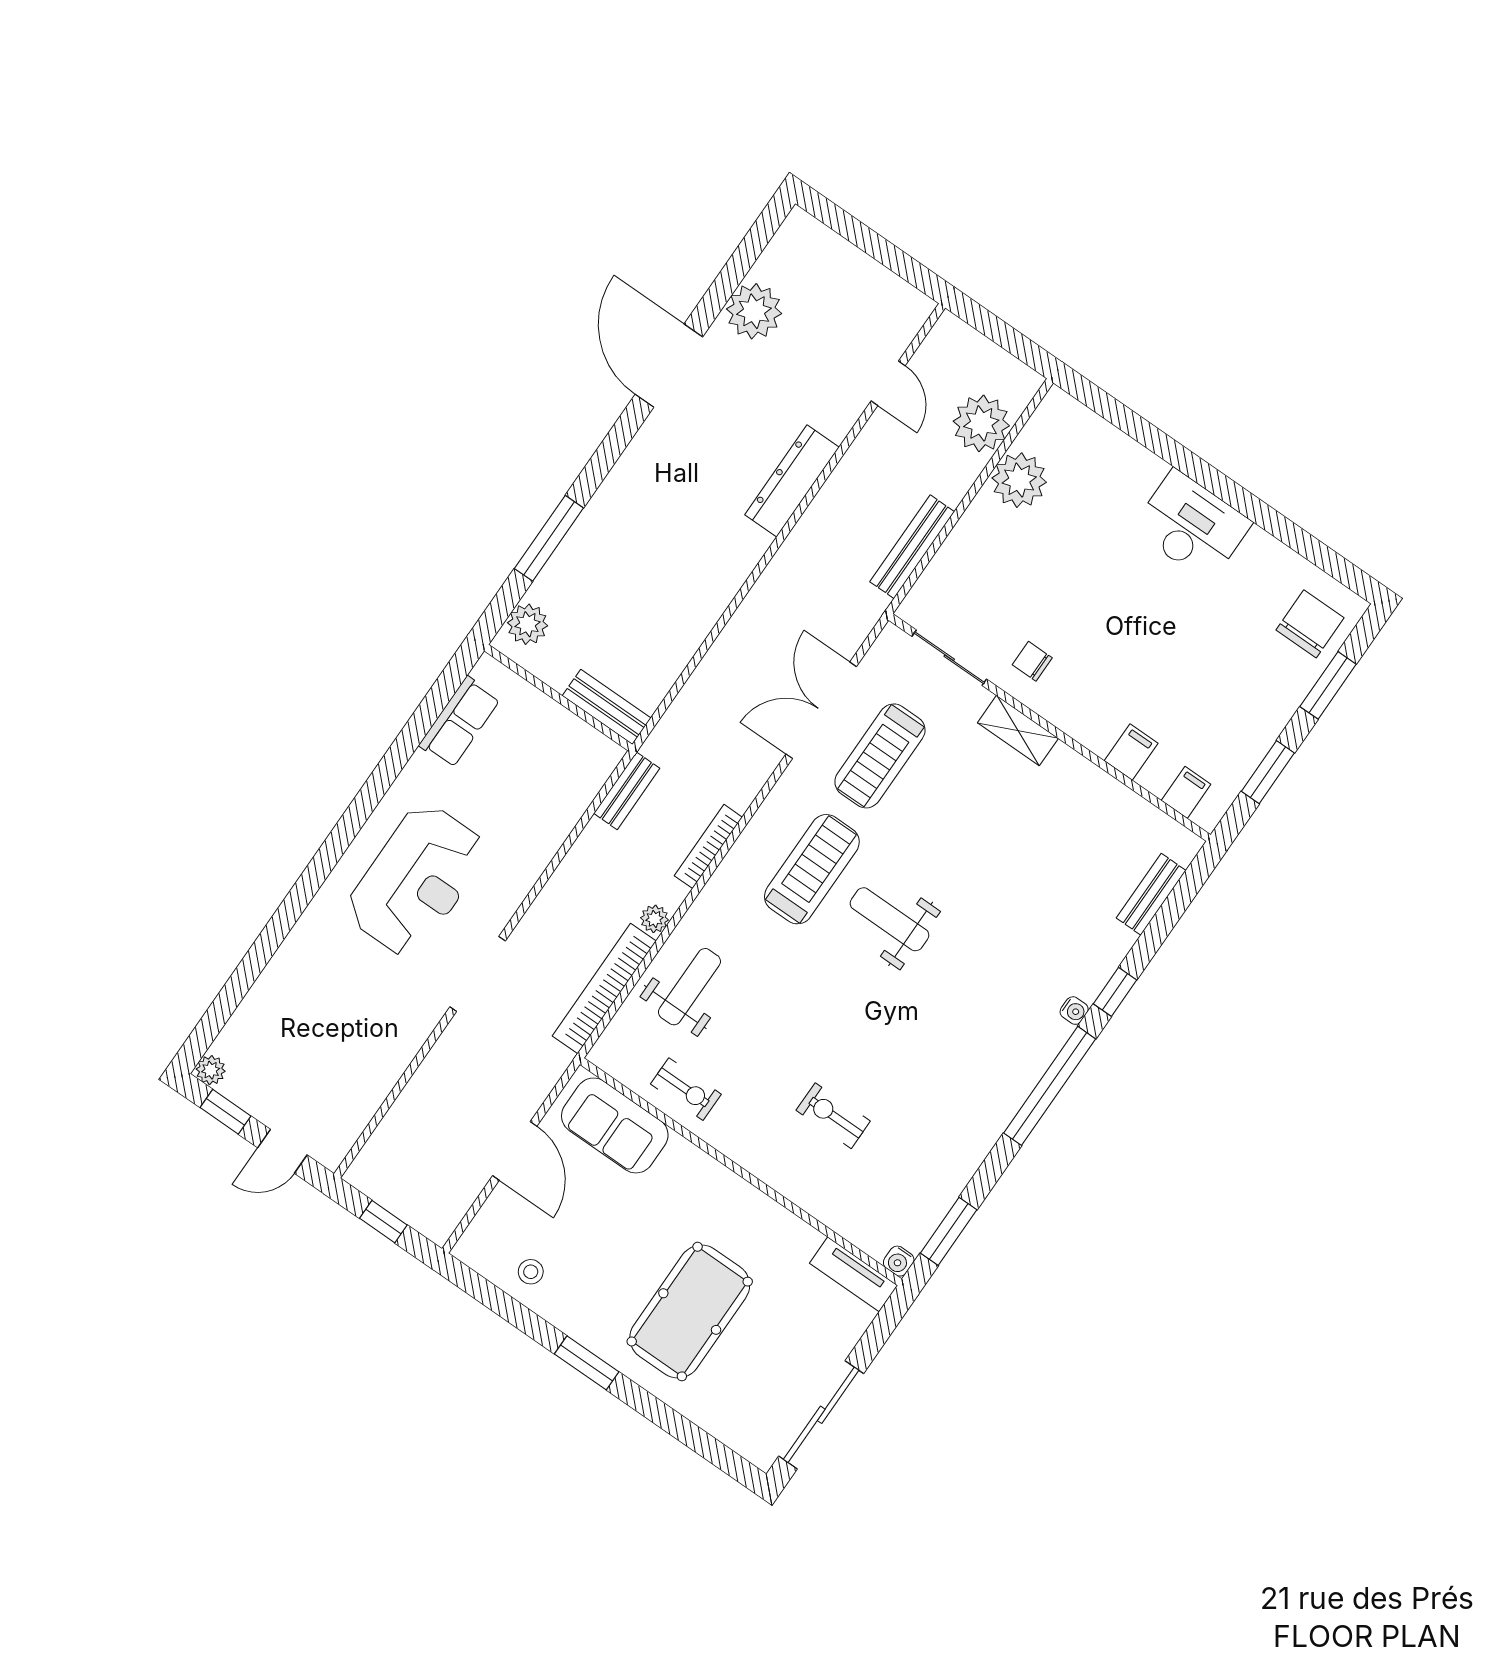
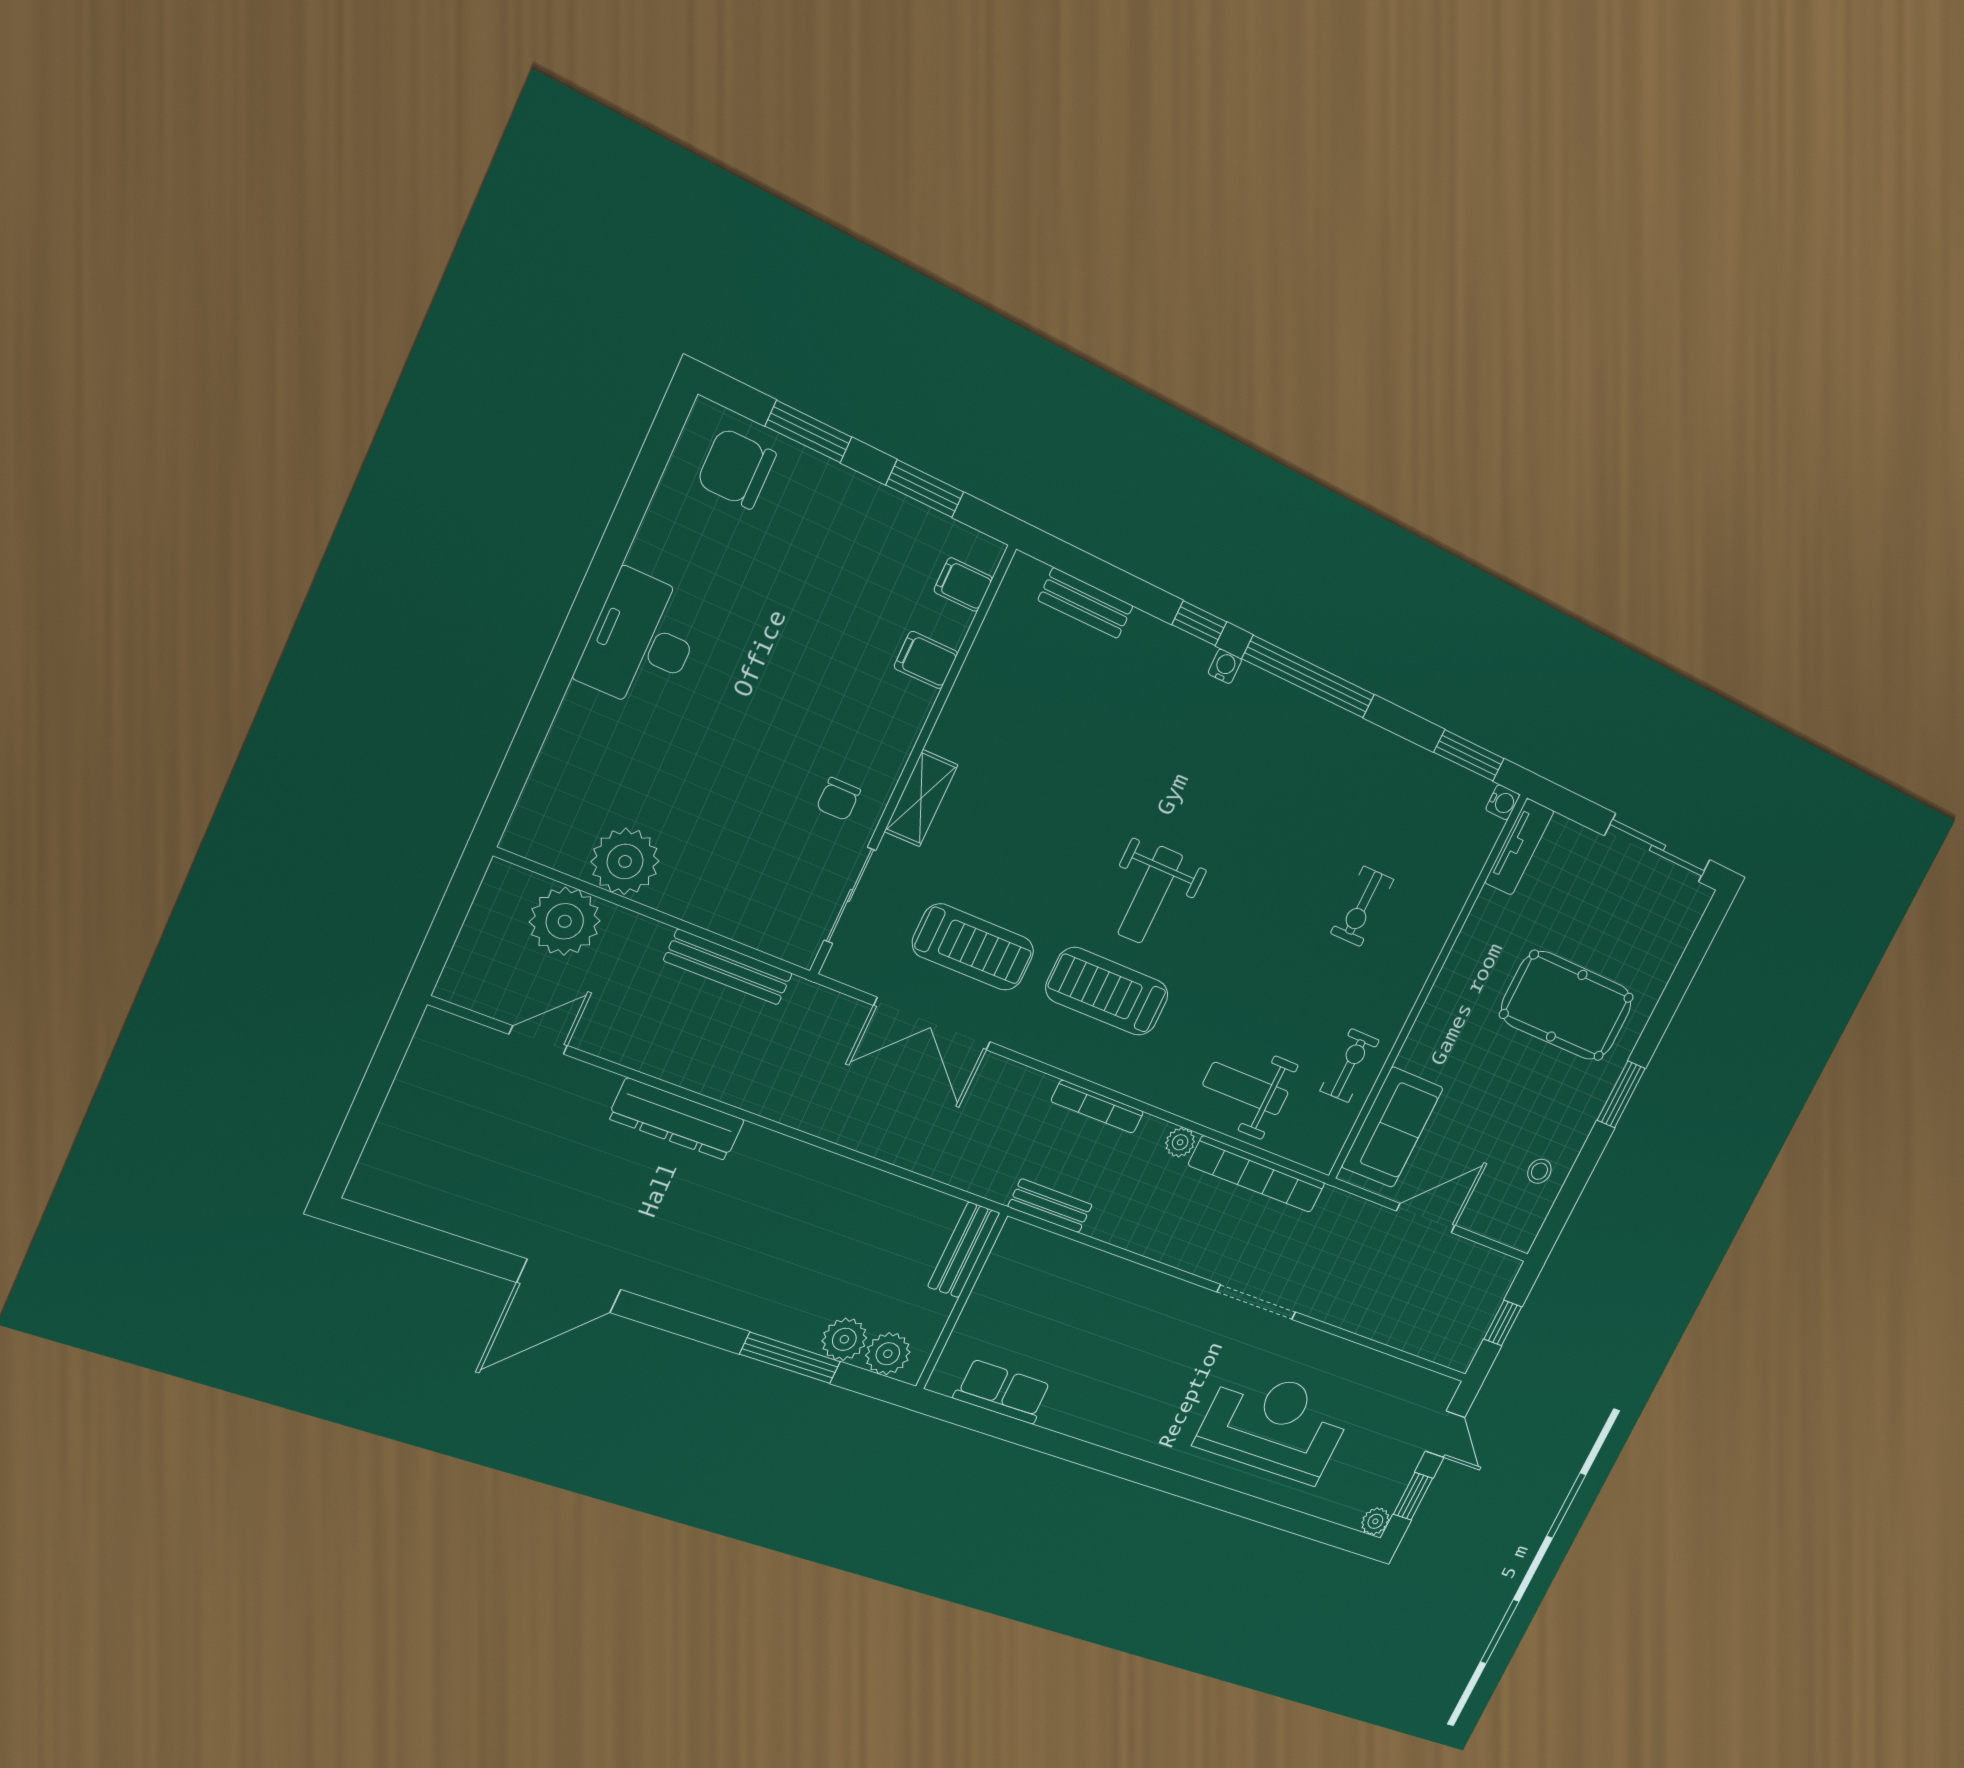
plant: (754, 311) -> (844, 1339), moved, width x0.73, depth x0.73
reception desk: (416, 880) -> (1275, 1425), moved

